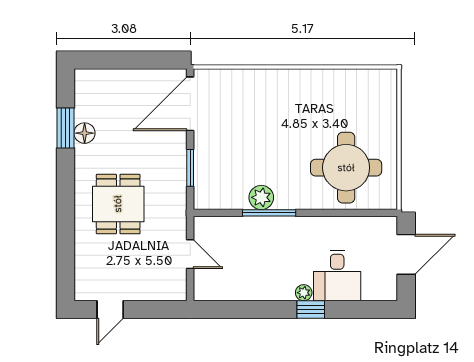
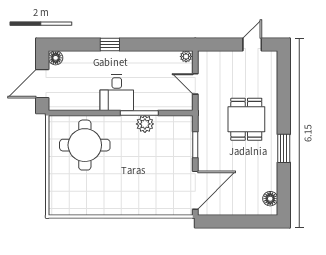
window: (65, 128) -> (284, 148), moved
floor lamp: (85, 133) -> (270, 199), moved
desk: (337, 275) -> (117, 93), moved, turned 180
floor lamp: (387, 291) -> (56, 58), added
plant: (304, 293) -> (186, 56), moved

